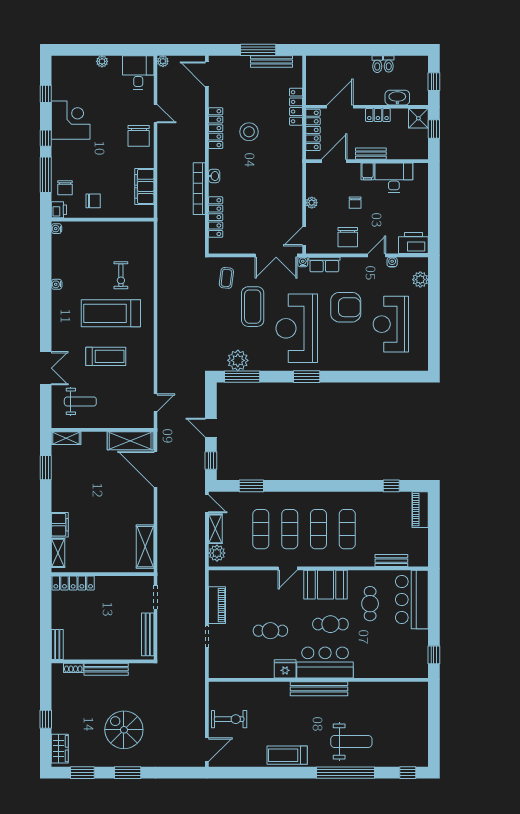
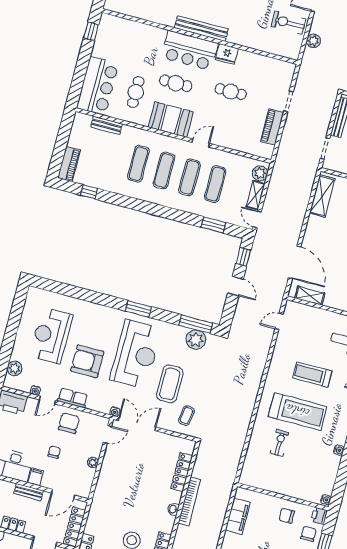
row of seats: (324, 265) -> (73, 398), moved
reception desk: (391, 324) -> (51, 336), turned 180
shelving: (130, 441) -> (310, 296), width x0.67, depth x0.75
plant: (198, 707) -> (313, 41), added

